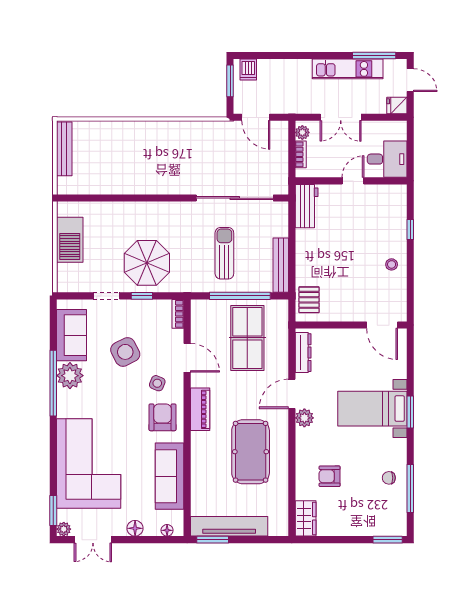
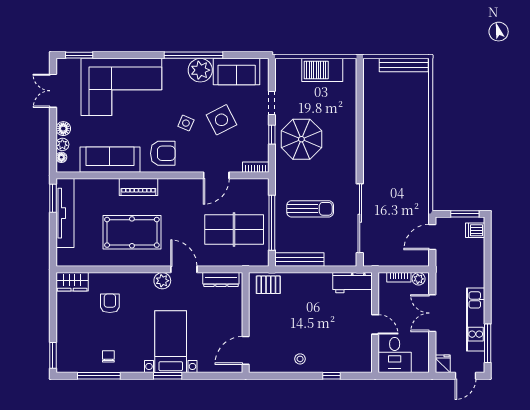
side table: (157, 383) -> (186, 123), moved
piano: (200, 409) -> (138, 187), moved
plant: (64, 529) -> (62, 144), moved

